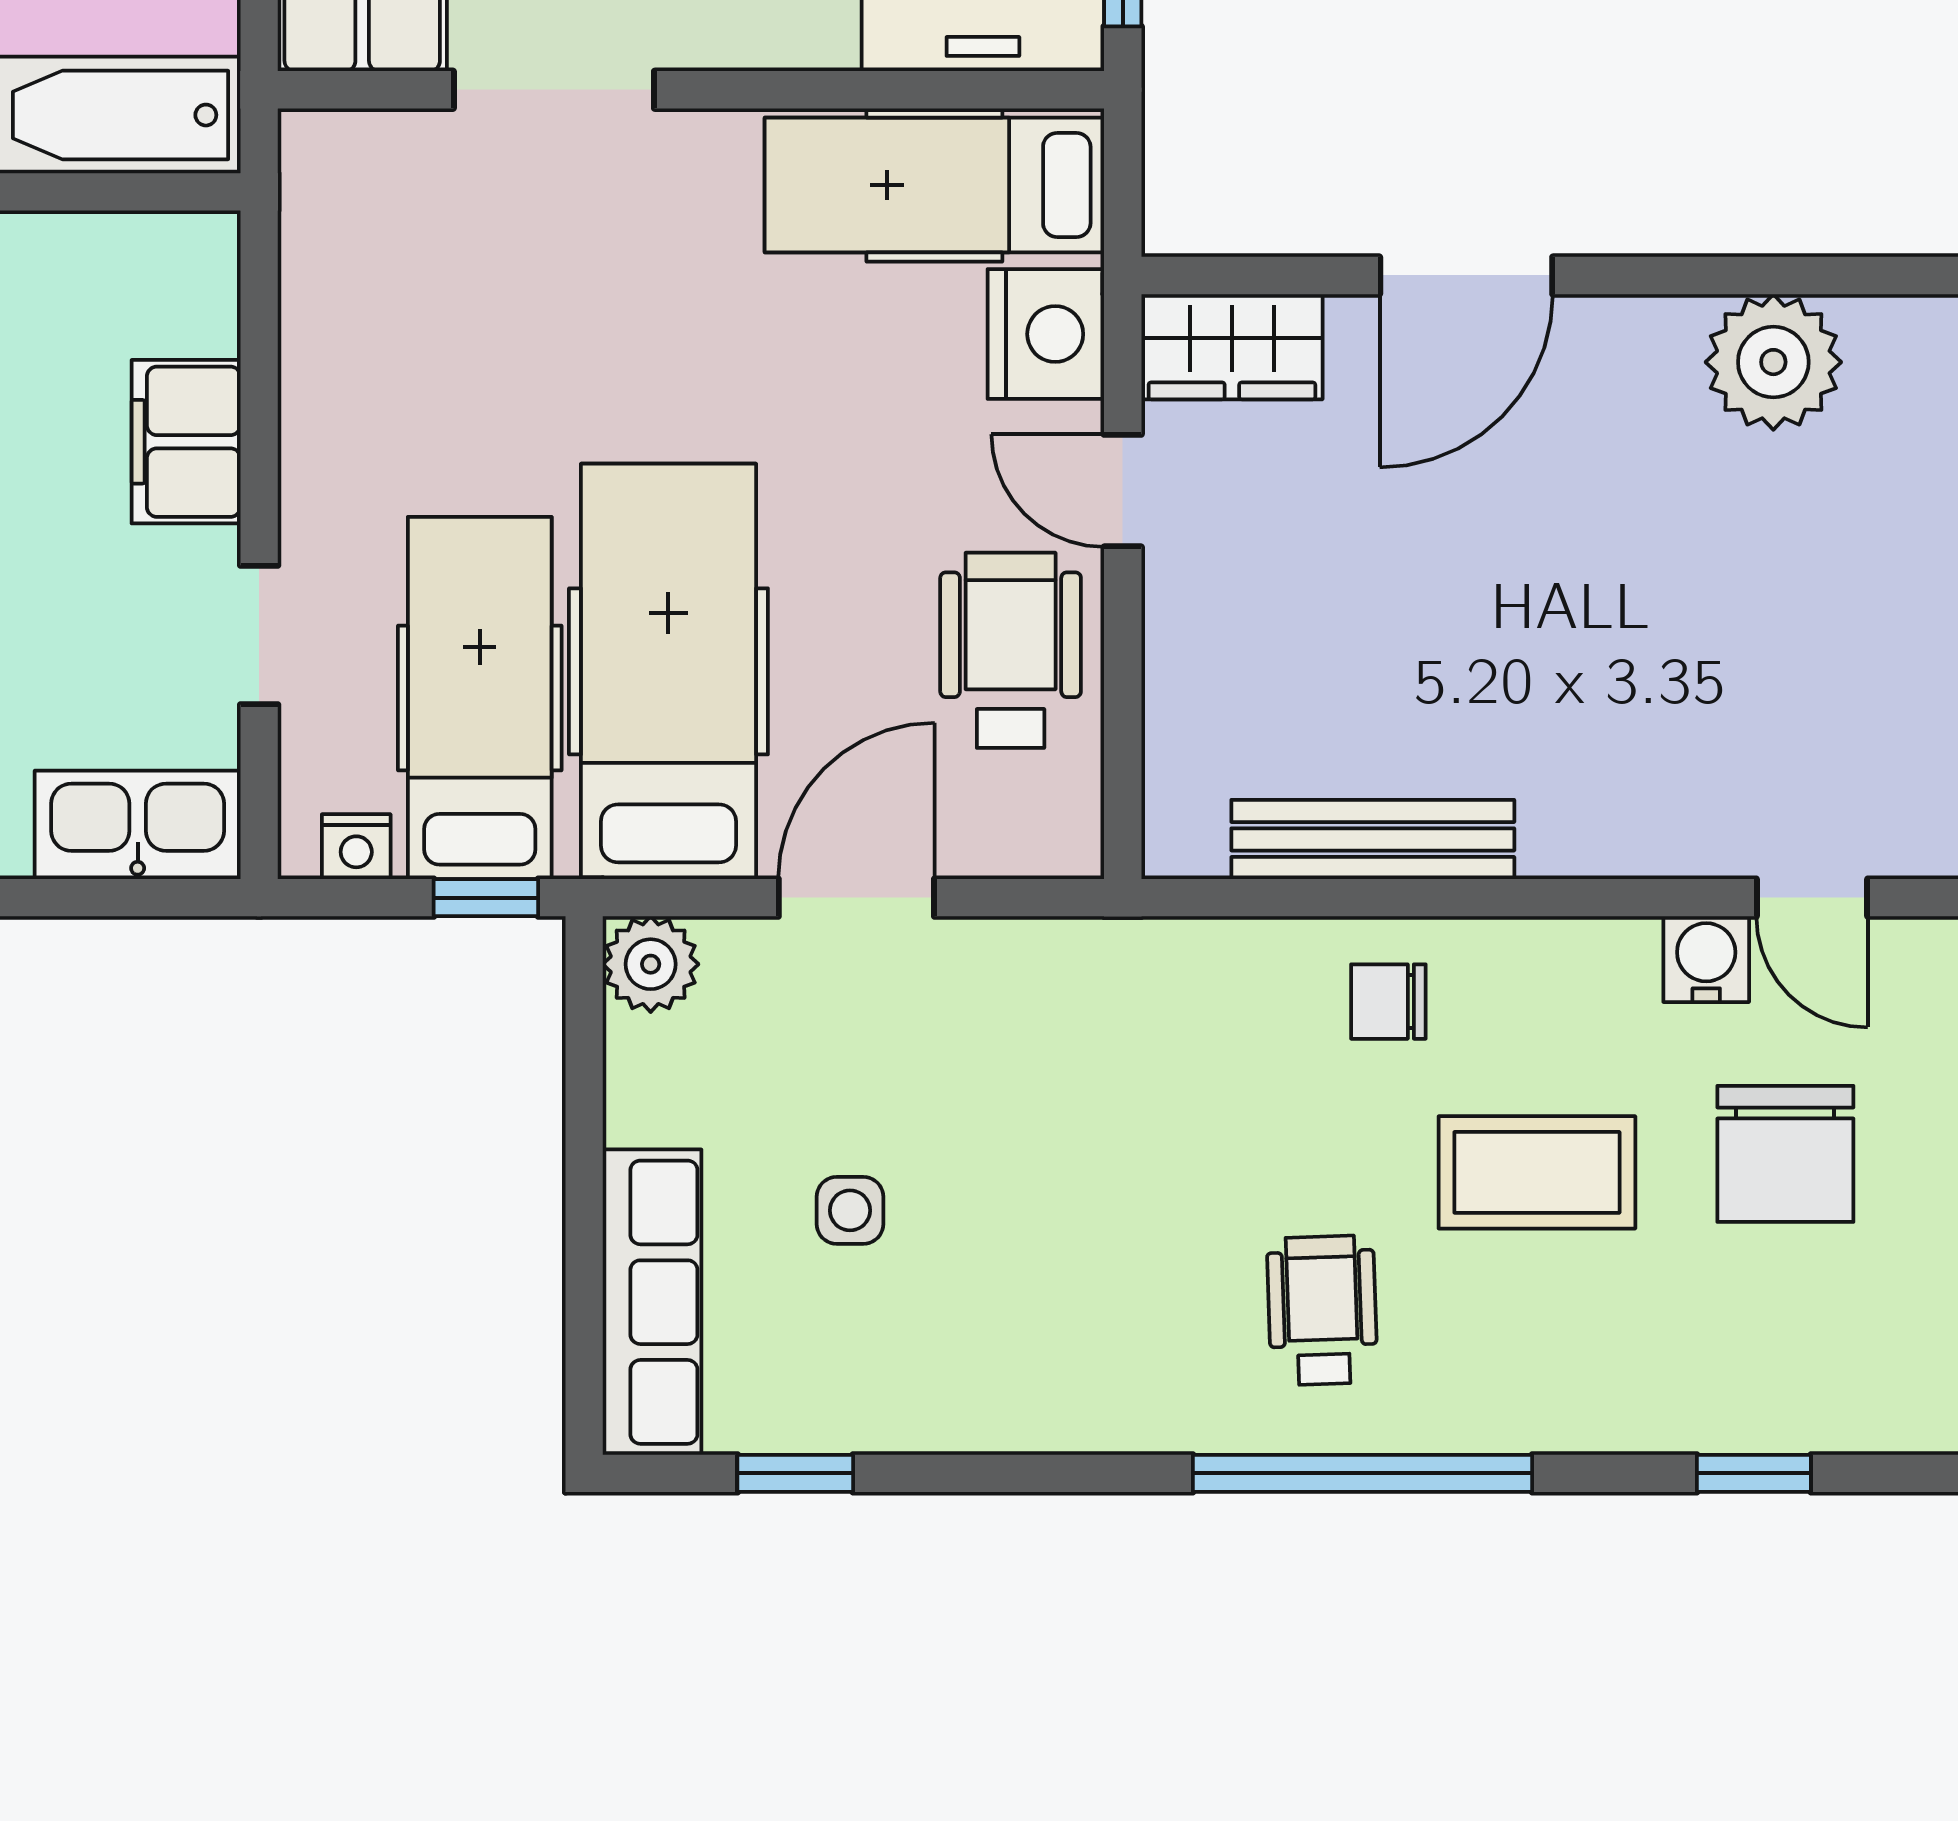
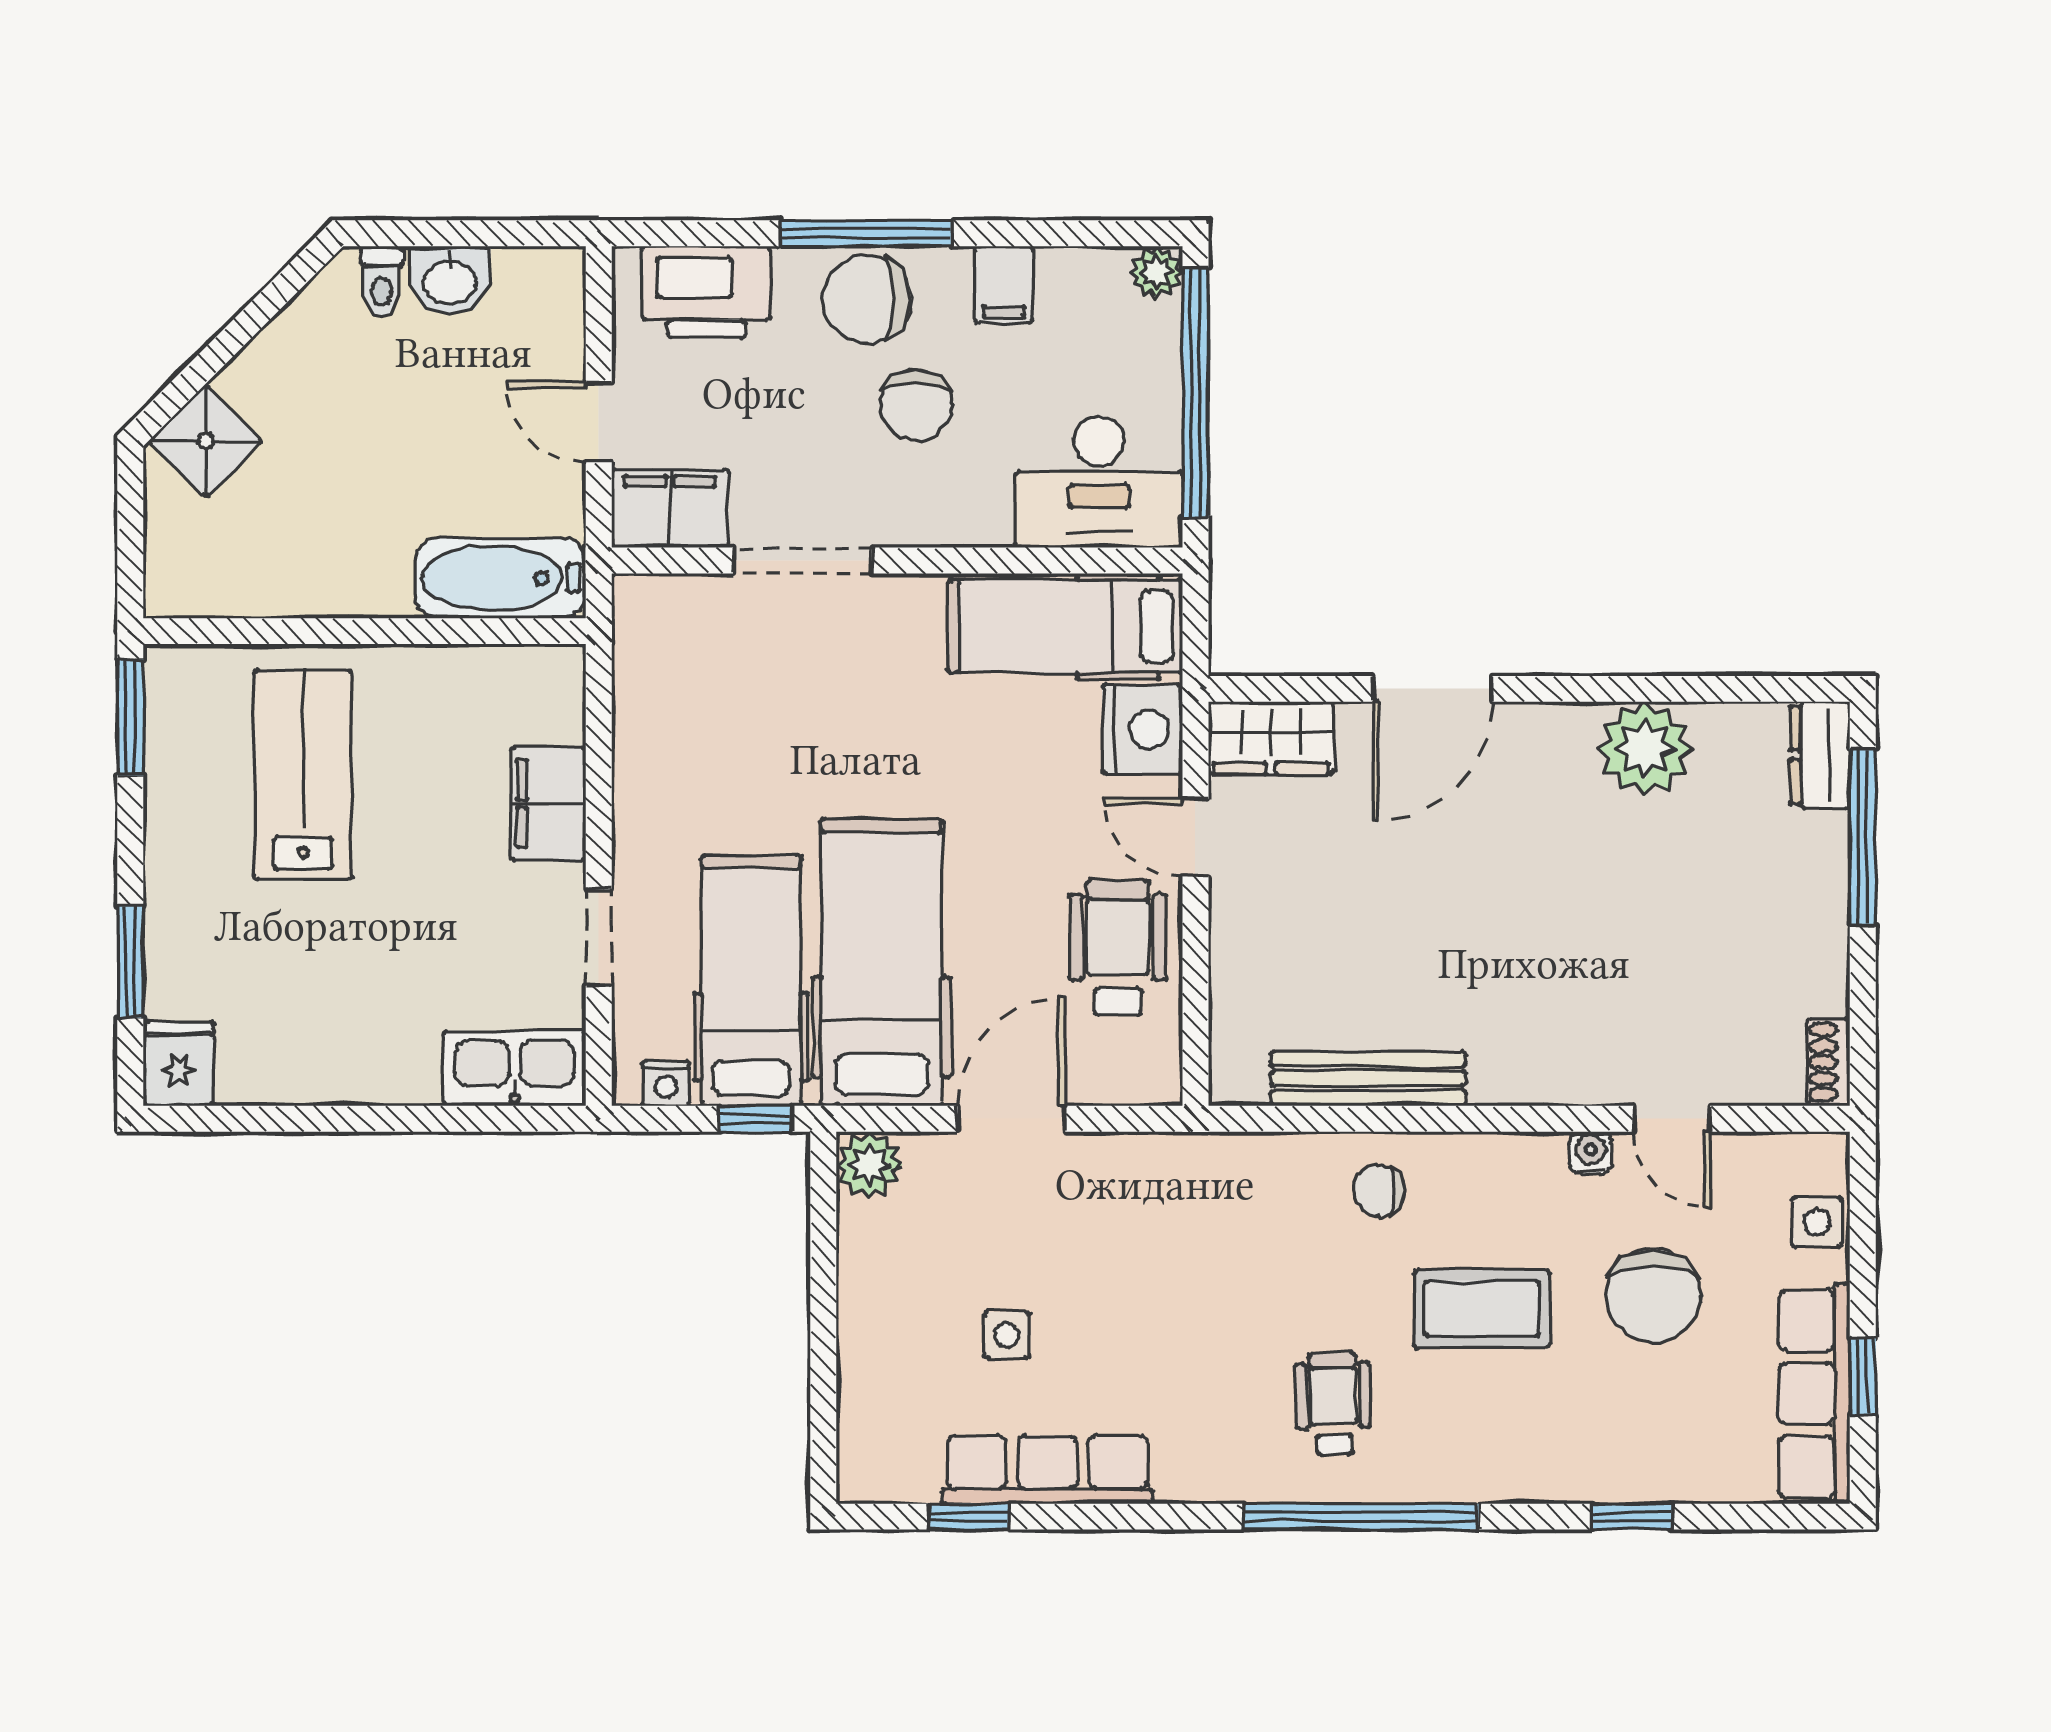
water cooler: (1706, 959) -> (1591, 1153), width x0.72, depth x0.72
row of seats: (652, 1302) -> (1048, 1470), moved, turned -90

